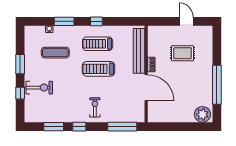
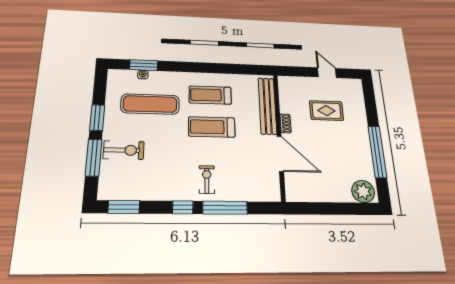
window: (64, 21) -> (144, 65), moved
window: (96, 21) -> (208, 68), removed
exercise mat: (55, 53) -> (150, 104), width x1.36, depth x1.45
window: (20, 93) -> (94, 157), width x2.17
window: (54, 127) -> (124, 207), moved
window: (122, 127) -> (225, 208), moved

